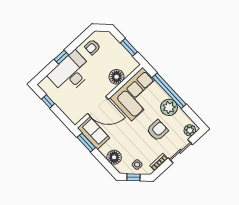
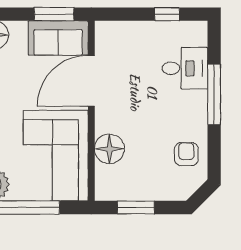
window: (61, 57) -> (214, 94), width x2.17
desk: (71, 73) -> (185, 68), width x0.53, depth x0.77

